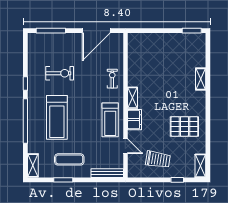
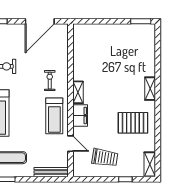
exercise bike: (112, 79) -> (50, 81), moved
shelving: (201, 79) -> (150, 89), moved

